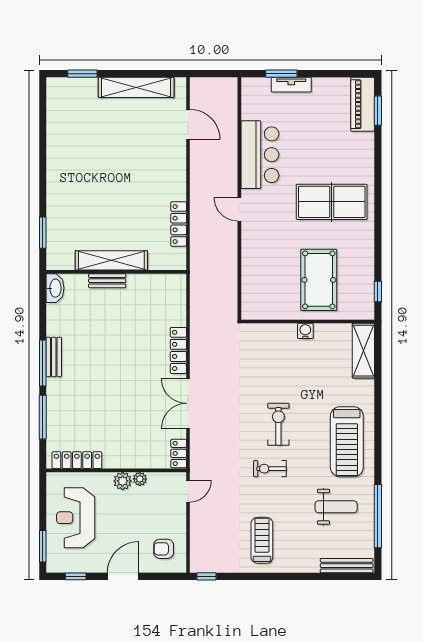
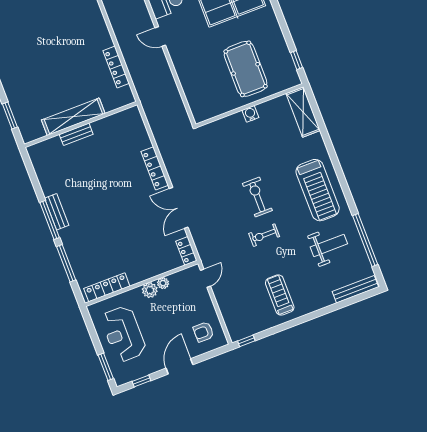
washbasin: (55, 288) -> (37, 156), removed

